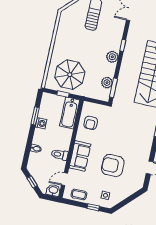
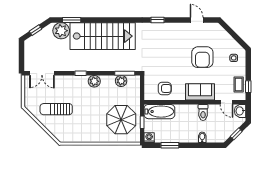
washing machine: (41, 123) -> (149, 138), moved
window: (93, 207) -> (248, 87), moved

